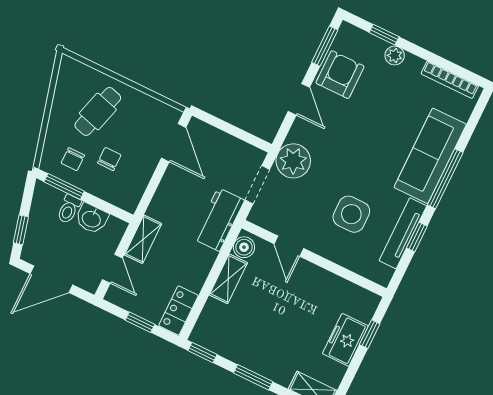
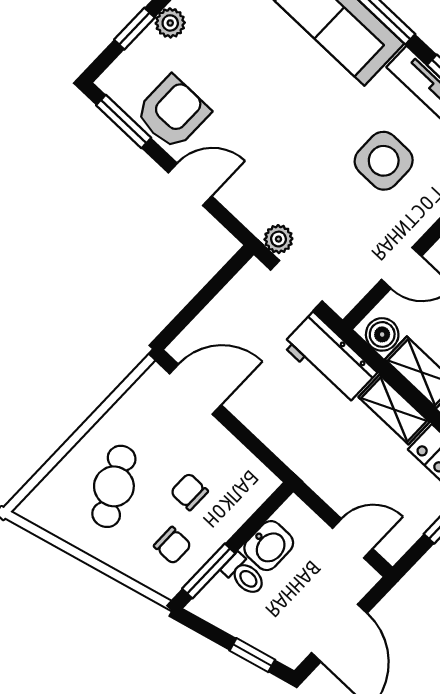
armchair: (340, 75) -> (173, 112), turned 90
cafe table: (98, 111) -> (114, 486), turned 46
plant: (293, 161) -> (278, 239), width x0.53, depth x0.53
shelving: (143, 239) -> (394, 409), moved

